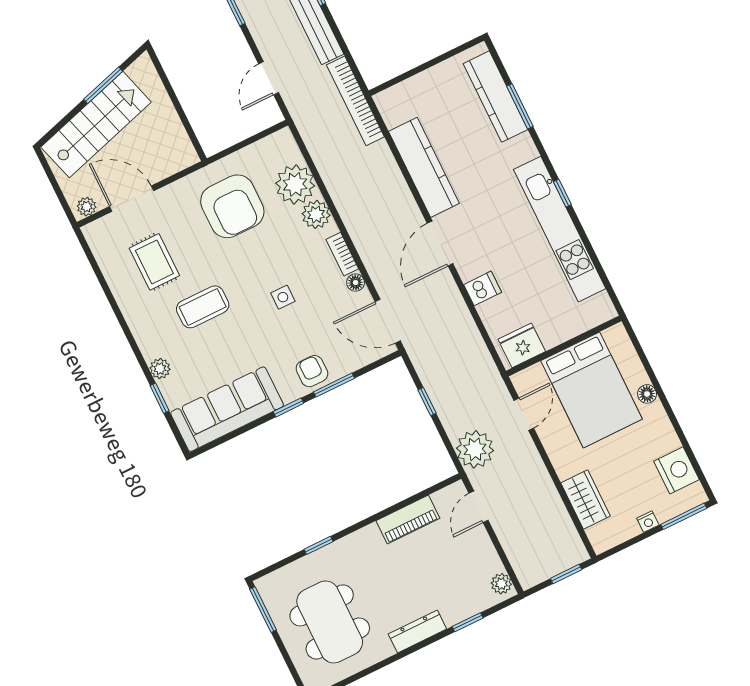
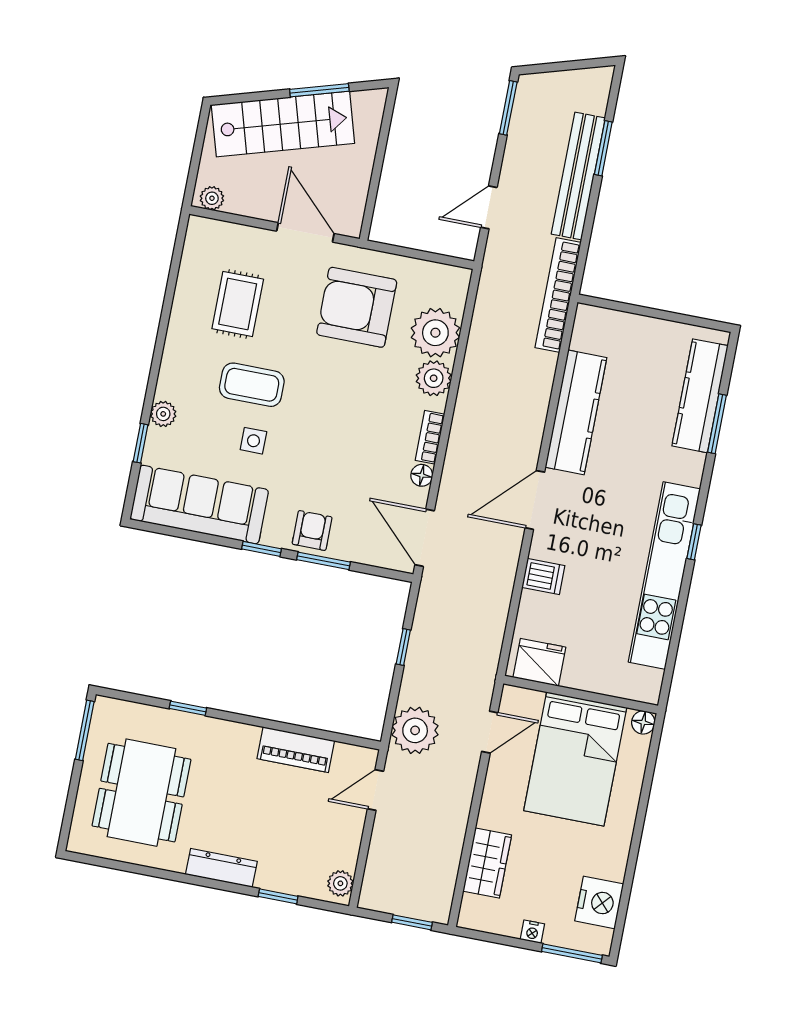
door: (132, 199) -> (305, 232), moved
armchair: (232, 206) -> (357, 307), turned 90
side table: (283, 297) -> (253, 441), moved
floor lamp: (647, 394) -> (643, 722), moved

